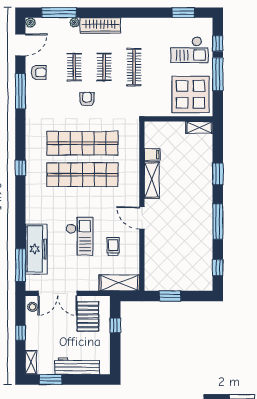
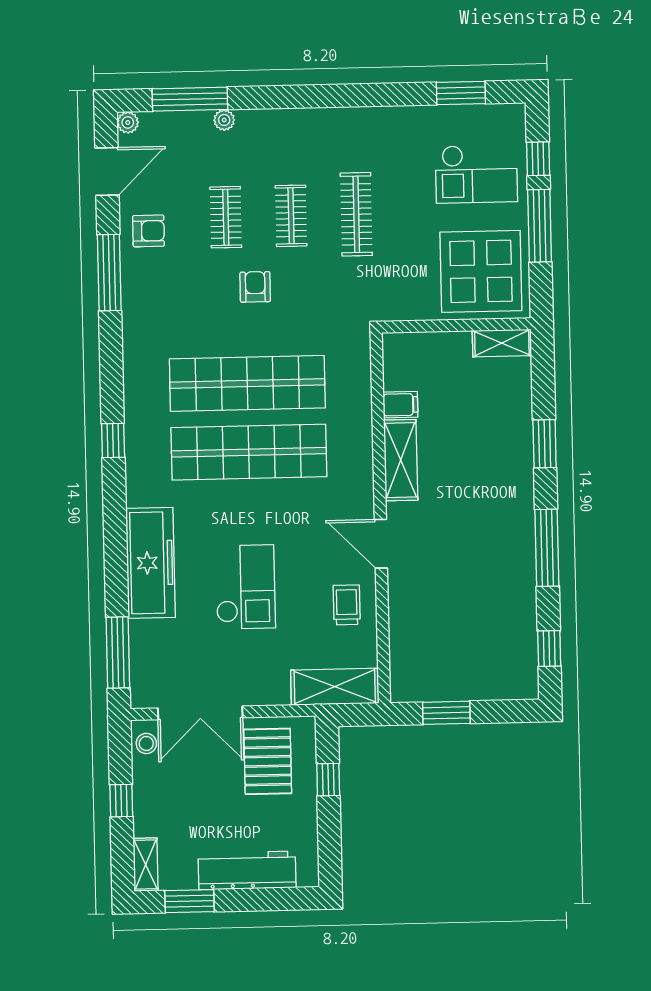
wardrobe: (100, 25) -> (281, 125), removed
trolley: (113, 246) -> (347, 605), moved
freezer: (36, 249) -> (151, 563), moved

